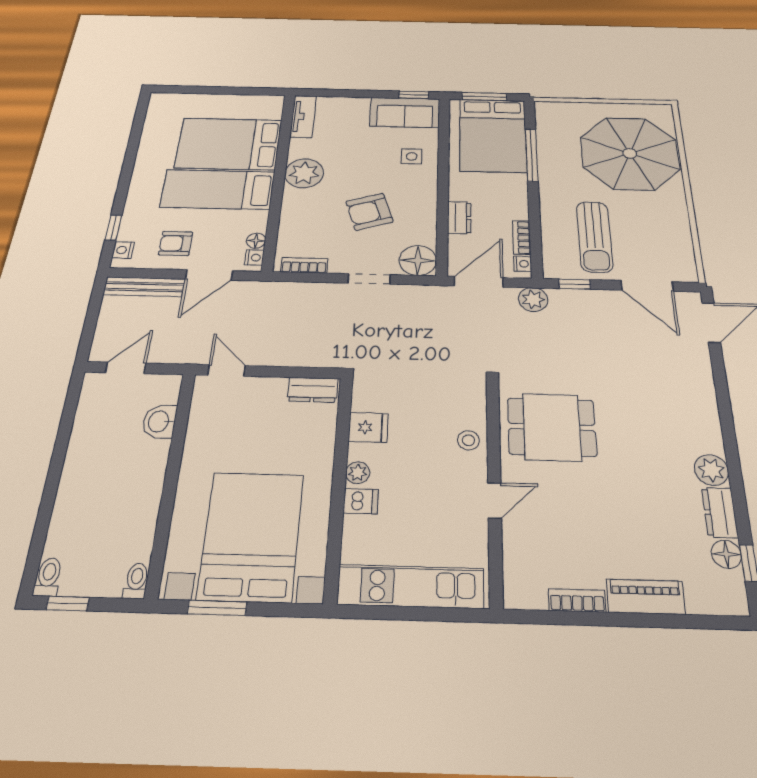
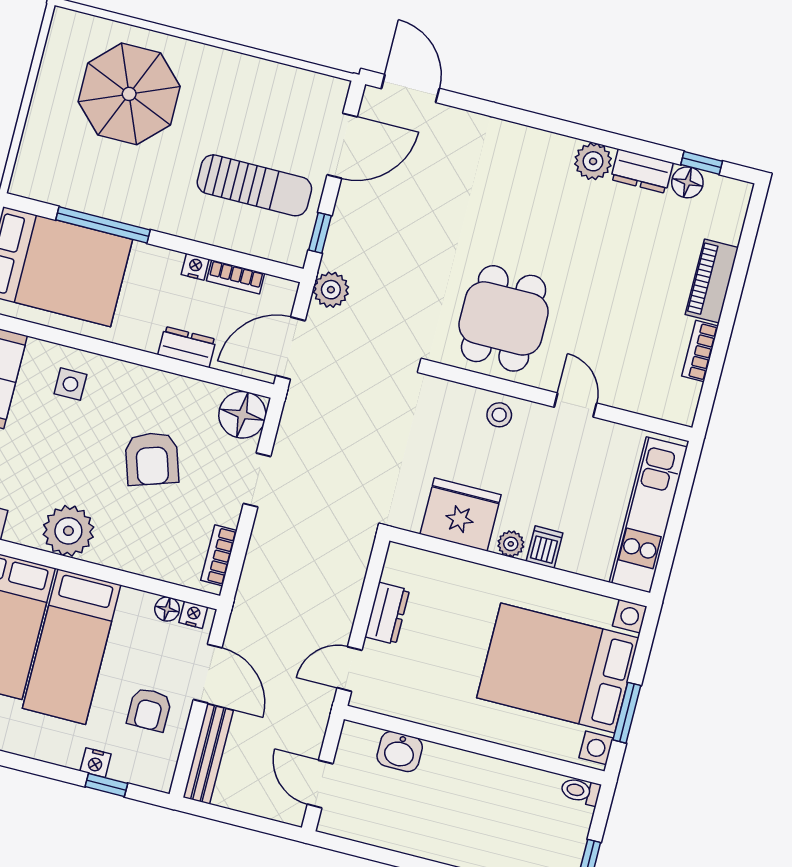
parasol: (630, 153) -> (129, 94), width x0.73, depth x0.73
nightstand: (123, 250) -> (96, 763), moved
nightstand: (523, 264) -> (195, 267), moved
door: (479, 282) -> (291, 348), hinge flipped
dresser: (313, 390) -> (387, 613), moved
fridge: (368, 427) -> (461, 514), width x1.88, depth x1.34

